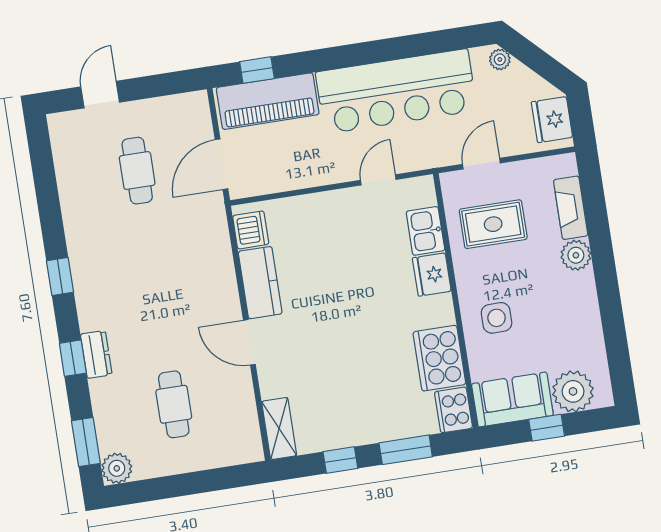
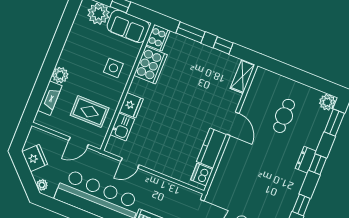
fridge: (552, 120) -> (35, 158), moved, turned -45

